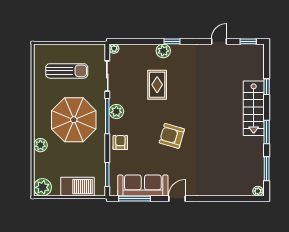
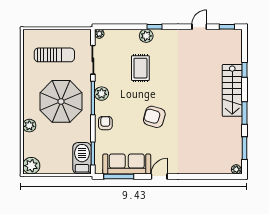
barbecue: (78, 187) -> (82, 158), moved, turned -90

